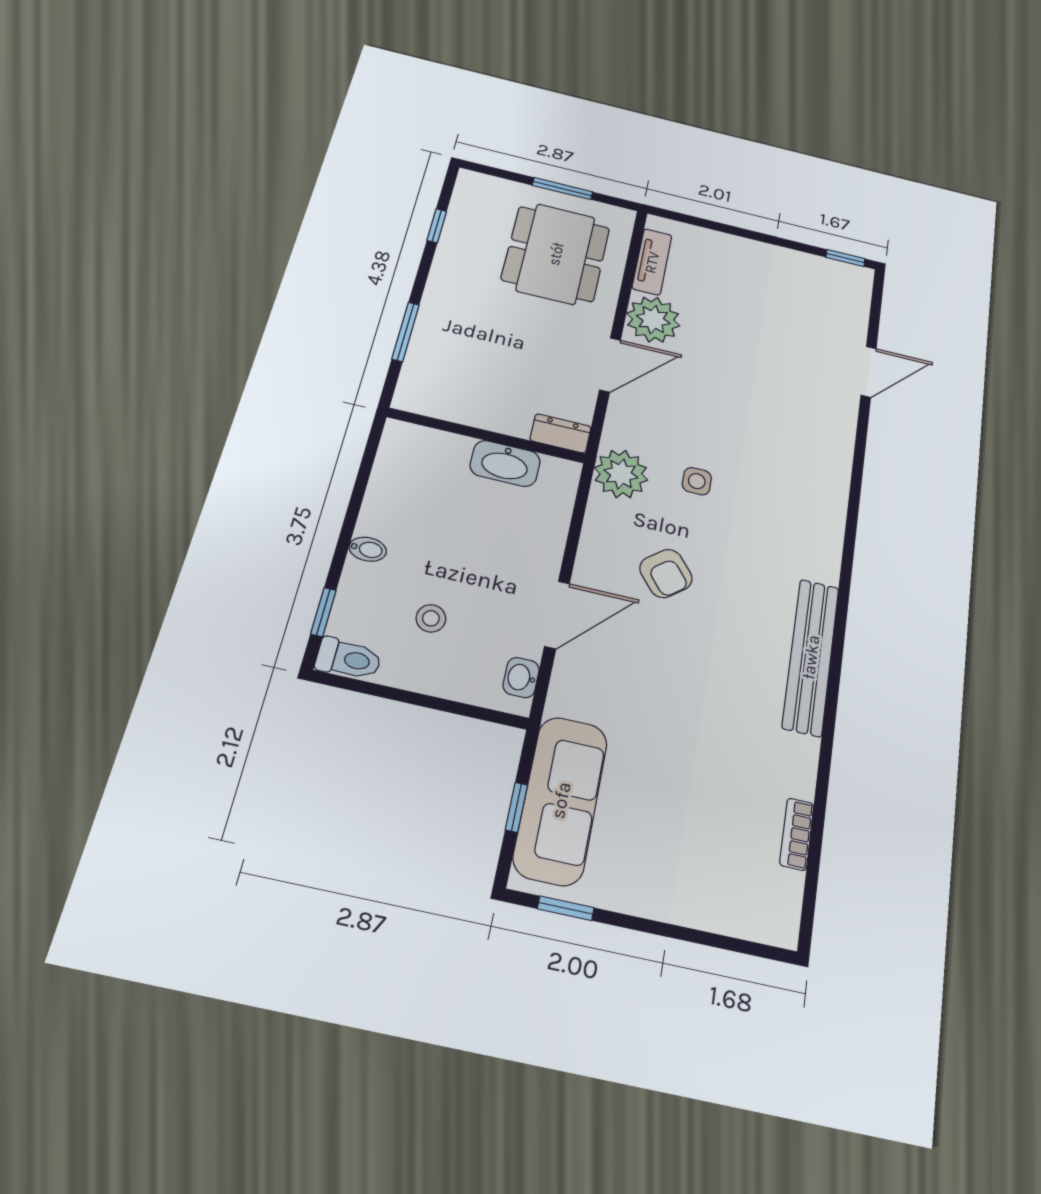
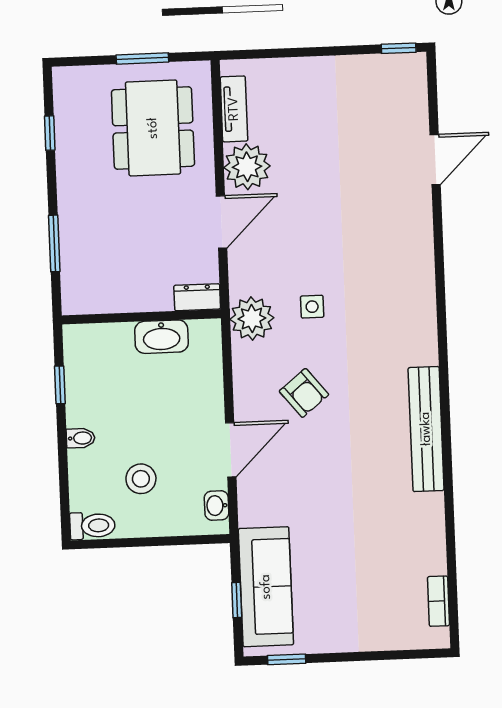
window: (323, 612) -> (60, 385), moved
stool: (431, 618) -> (141, 479), width x1.37, depth x1.37
bookcase: (797, 834) -> (438, 601), moved

